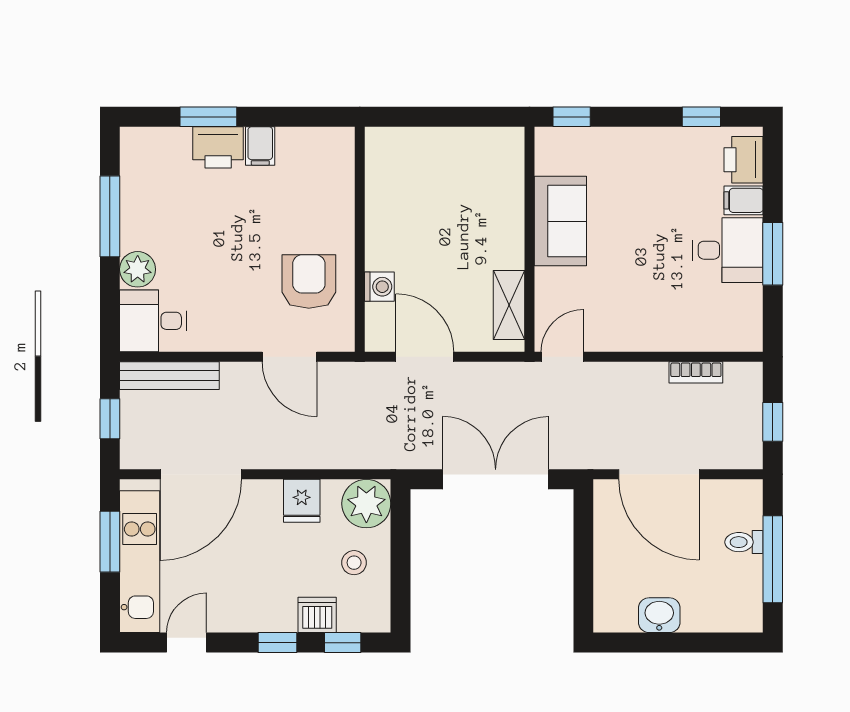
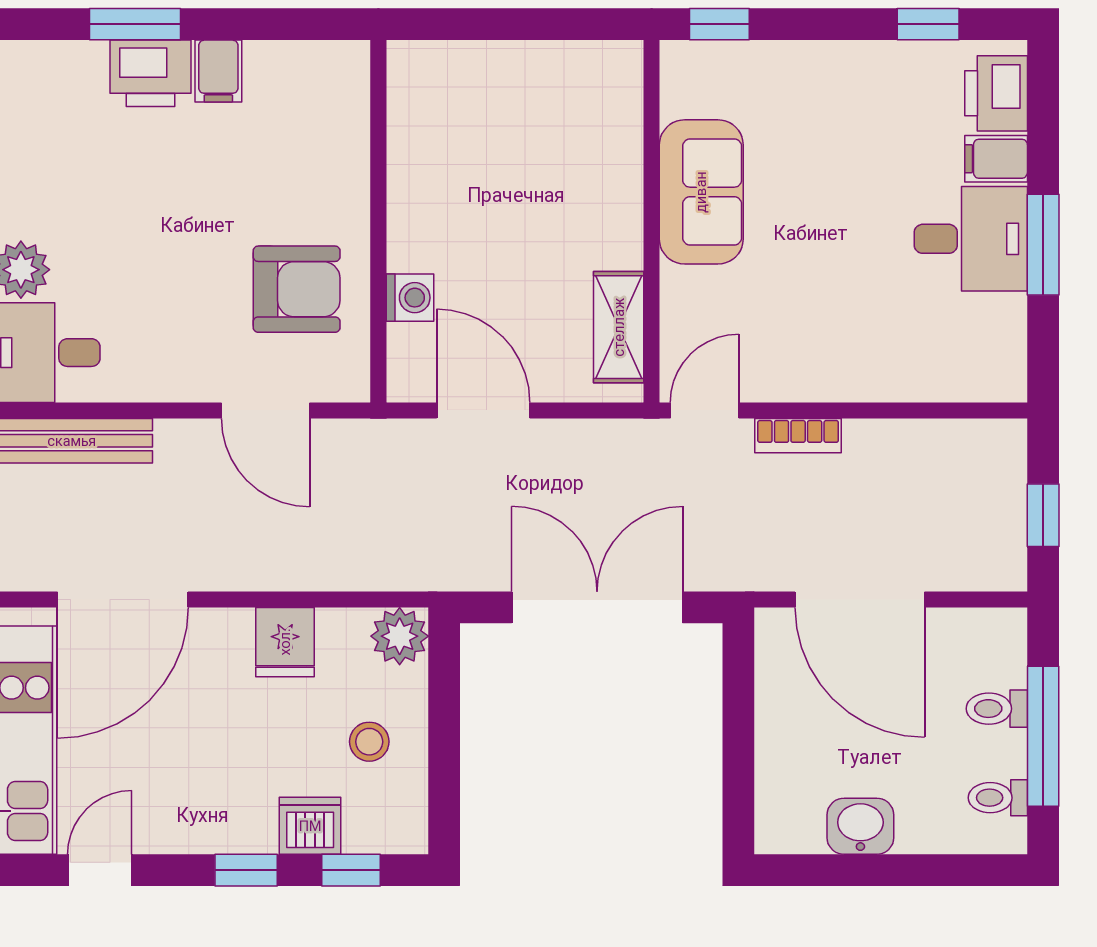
armchair: (309, 281) -> (297, 289), turned 90
bookcase: (696, 372) -> (798, 436), moved
plant: (366, 504) -> (400, 636), width x0.73, depth x0.73
toilet: (745, 597) -> (998, 798), added

